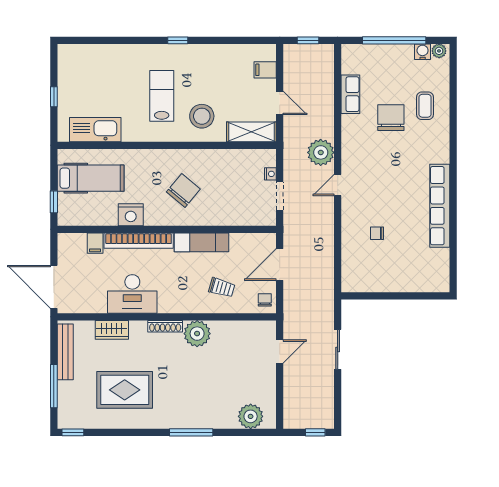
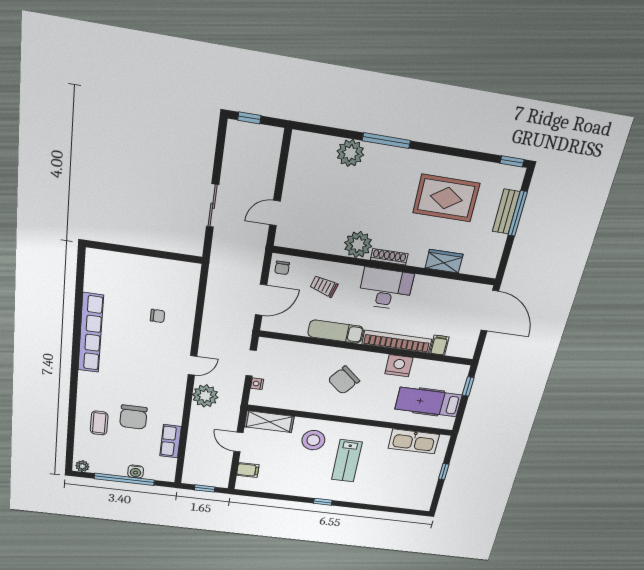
water cooler: (423, 52) -> (136, 472), moved
desk: (132, 294) -> (386, 289), moved
bench: (65, 352) -> (506, 212), moved, width x0.73
plant: (251, 416) -> (350, 153), moved

